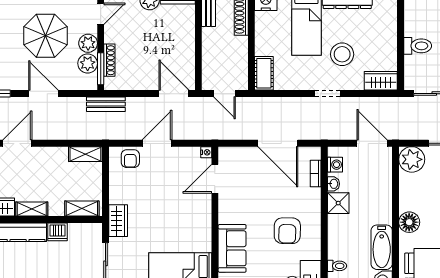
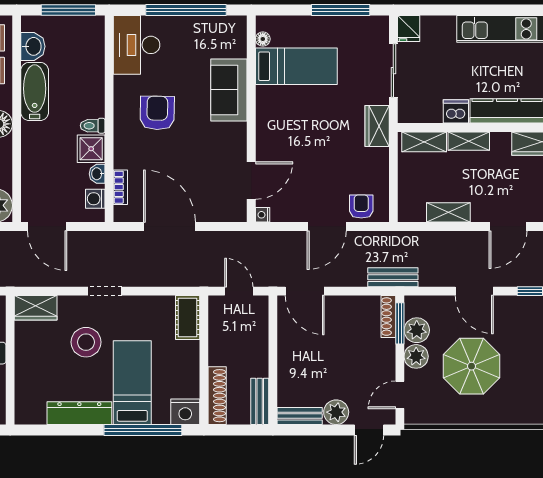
shoe rack: (109, 60) -> (388, 317), moved
shelving: (85, 154) -> (448, 212), moved
shelving: (32, 209) -> (469, 141), moved
toilet: (337, 266) -> (93, 126), moved

